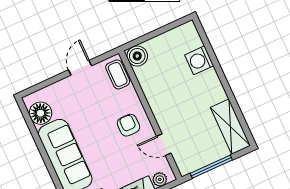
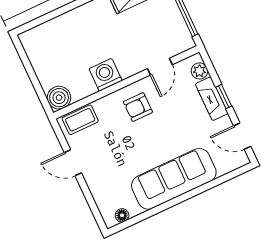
washing machine: (199, 60) -> (106, 75), moved, turned 180
floor lamp: (40, 113) -> (122, 215), width x0.53, depth x0.53

